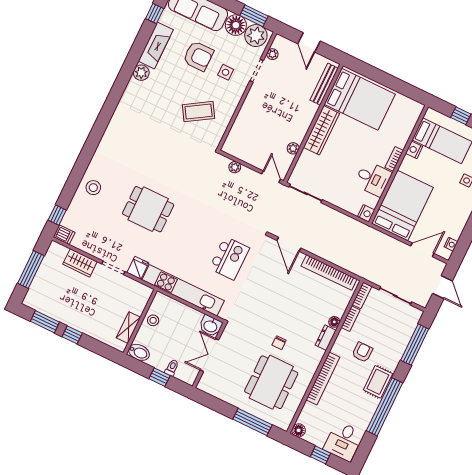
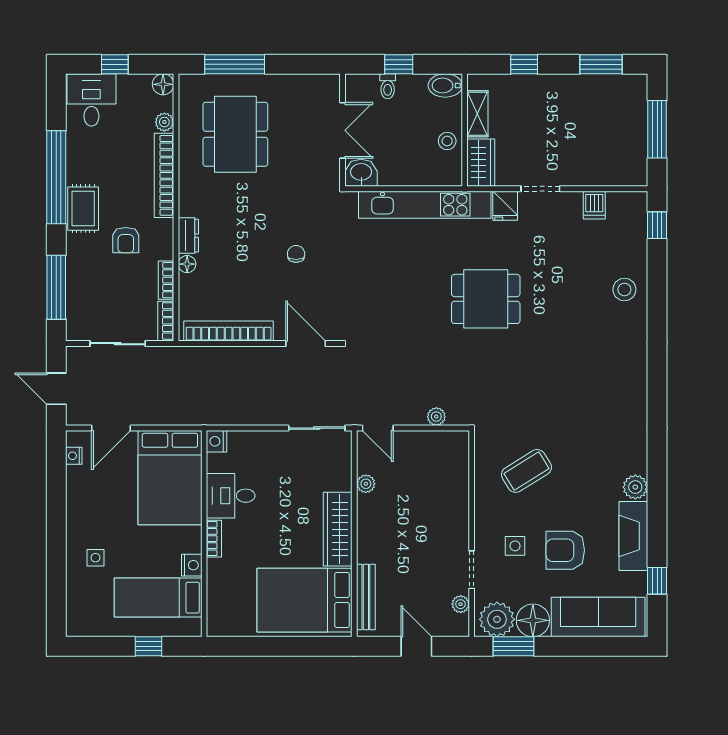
dining table: (148, 209) -> (486, 299), moved
dishwasher: (64, 235) -> (594, 205), moved, turned -90
kitchen island: (229, 258) -> (381, 283), removed
wardrobe: (80, 263) -> (481, 163), moved, turned 90
window: (72, 335) -> (524, 64), moved
chair: (279, 343) -> (296, 254), moved
plant: (308, 409) -> (164, 122), added

